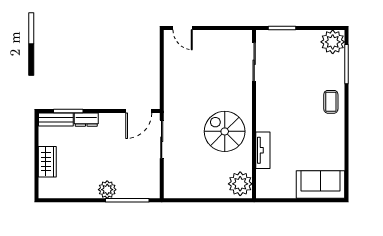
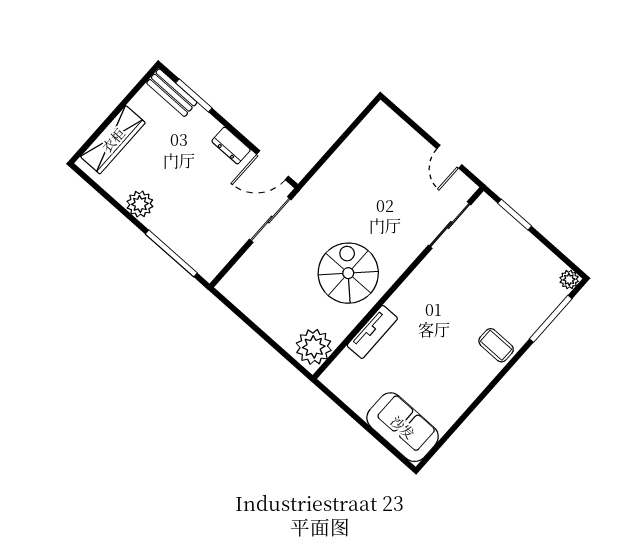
door: (183, 28) -> (449, 157), moved
plant: (333, 42) -> (569, 279), width x0.53, depth x0.53
coffee table: (331, 102) -> (496, 345), turned 90
dresser: (86, 120) -> (231, 146), moved
wardrobe: (47, 162) -> (113, 140), width x1.50
plant: (107, 190) -> (140, 204), moved

